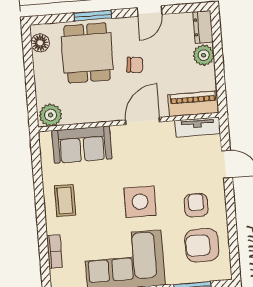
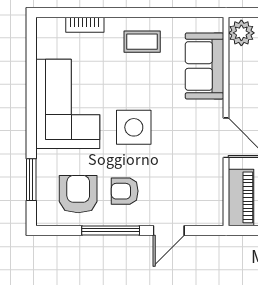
tv unit: (198, 127) -> (214, 200), removed
armchair: (196, 205) -> (125, 191), turned 180
window: (231, 215) -> (111, 230), added

